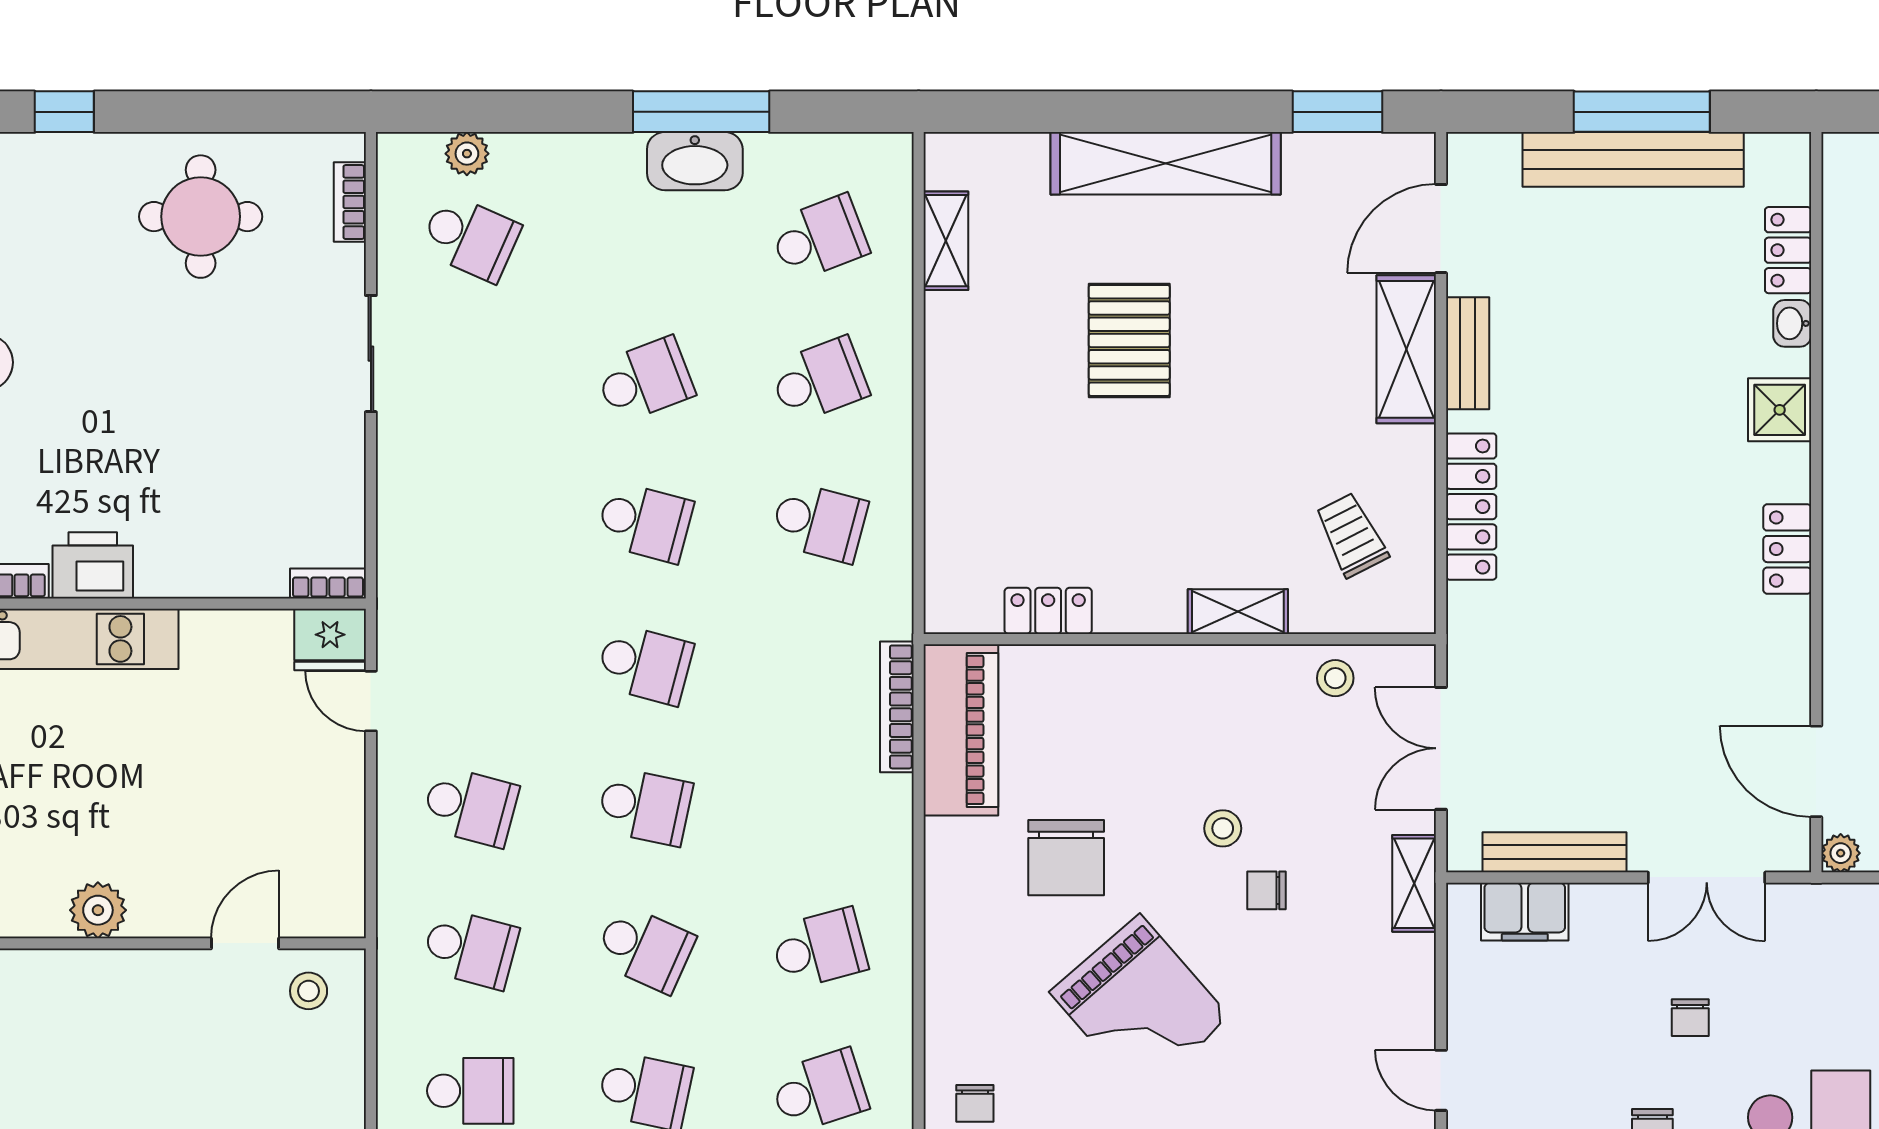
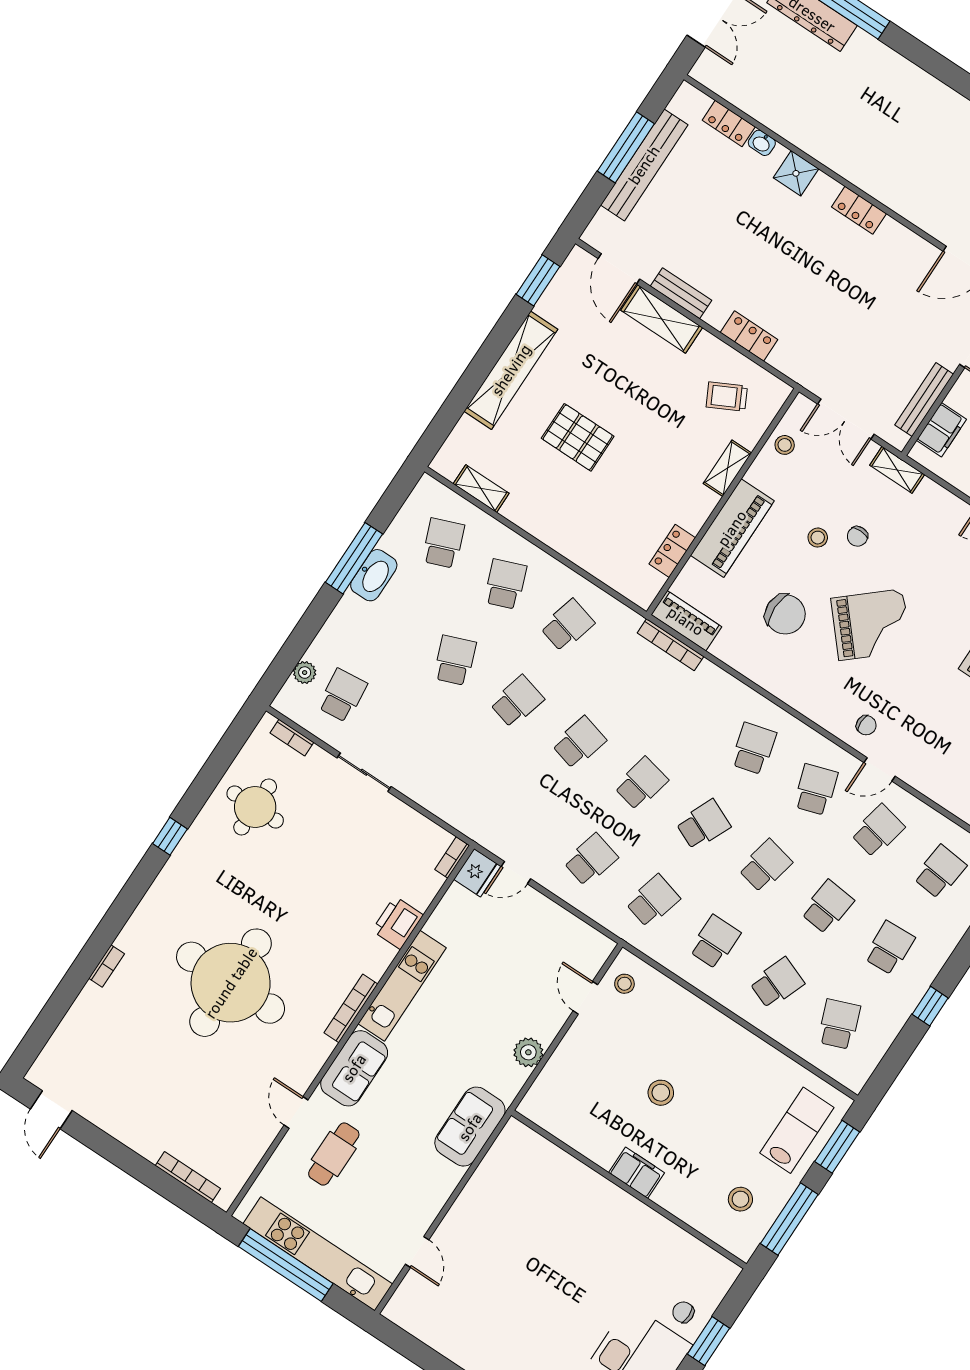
school desk: (470, 238) -> (342, 695), turned -30
locker: (1471, 507) -> (749, 336), width x0.66
printer: (93, 565) -> (398, 923), moved
piano: (1148, 682) -> (732, 528), added
piano: (961, 730) -> (686, 621), width x0.73, depth x0.75

